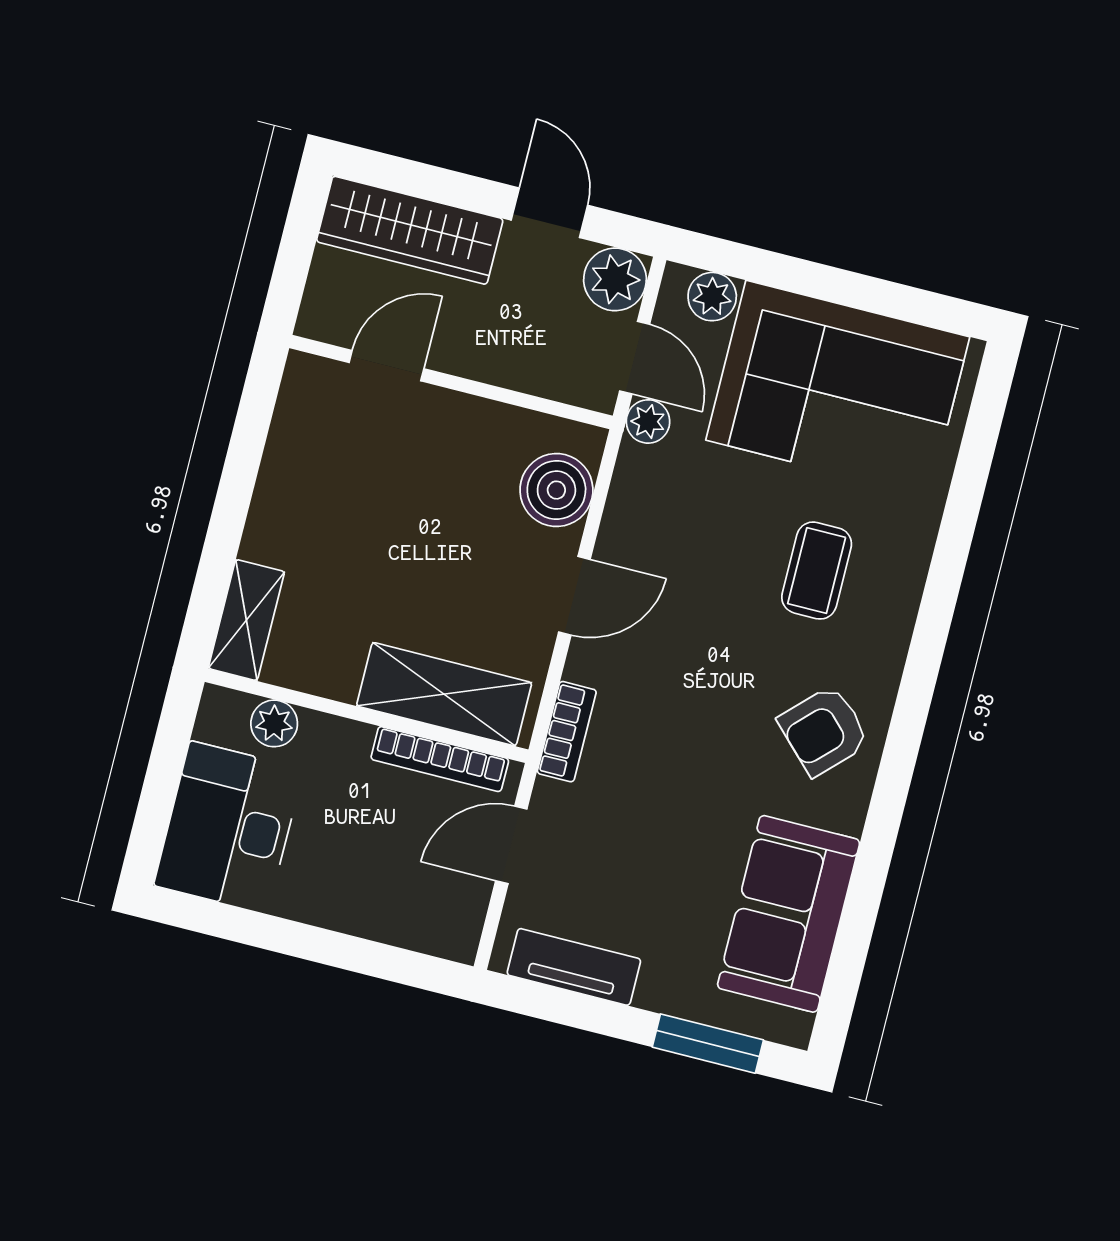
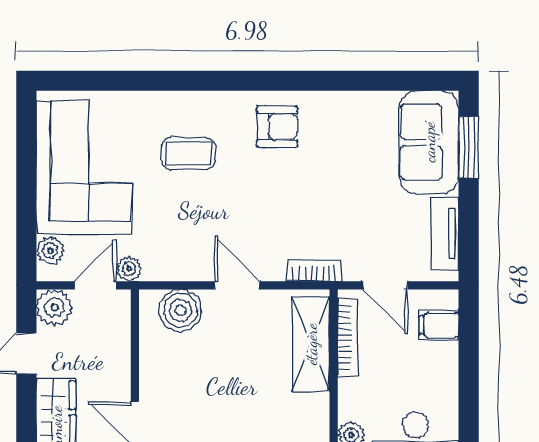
armchair: (824, 731) -> (277, 127), turned -45
sofa: (789, 914) -> (429, 142), moved, turned 90
filing cabinet: (422, 918) -> (439, 325), added

